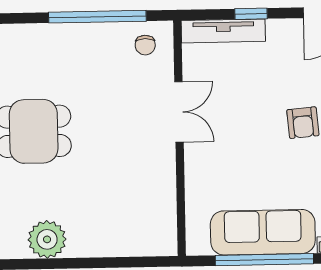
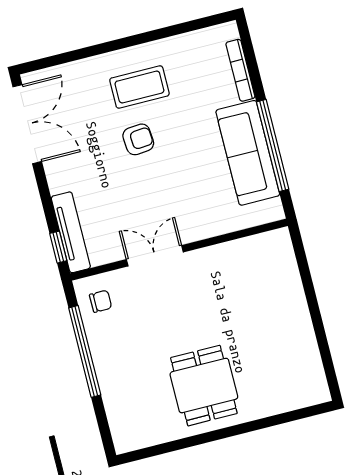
window: (251, 14) -> (58, 247), moved
plant: (47, 239) -> (301, 350), removed

